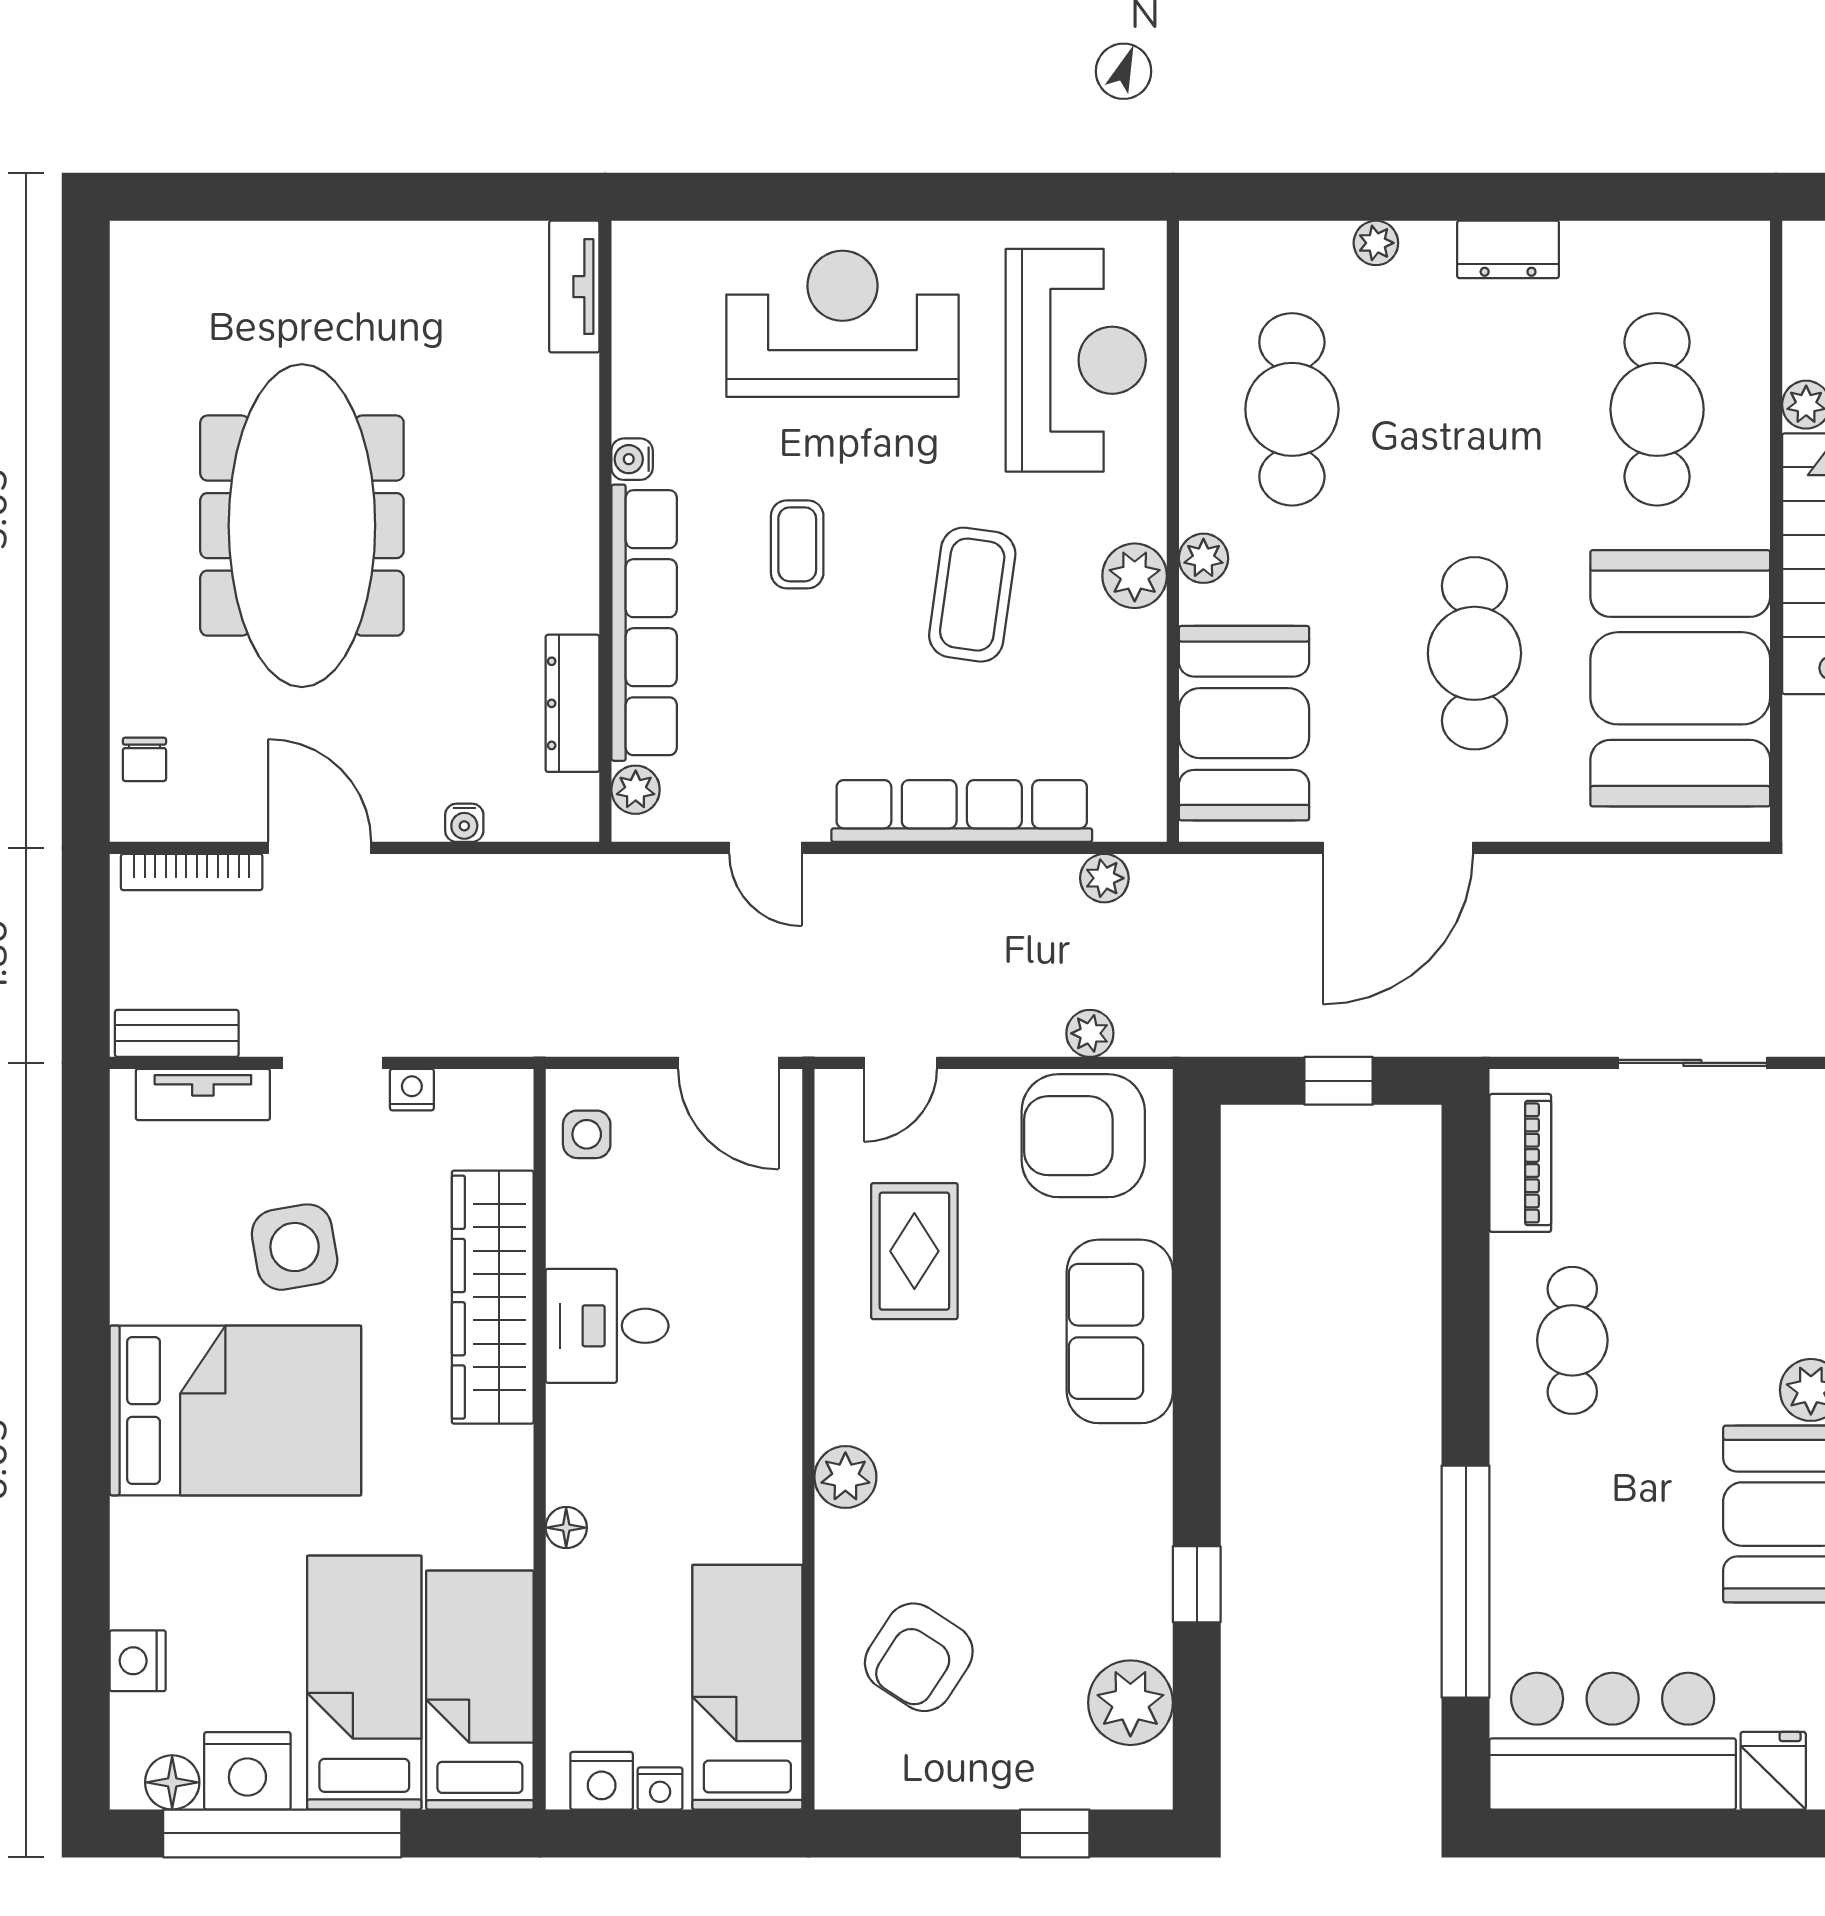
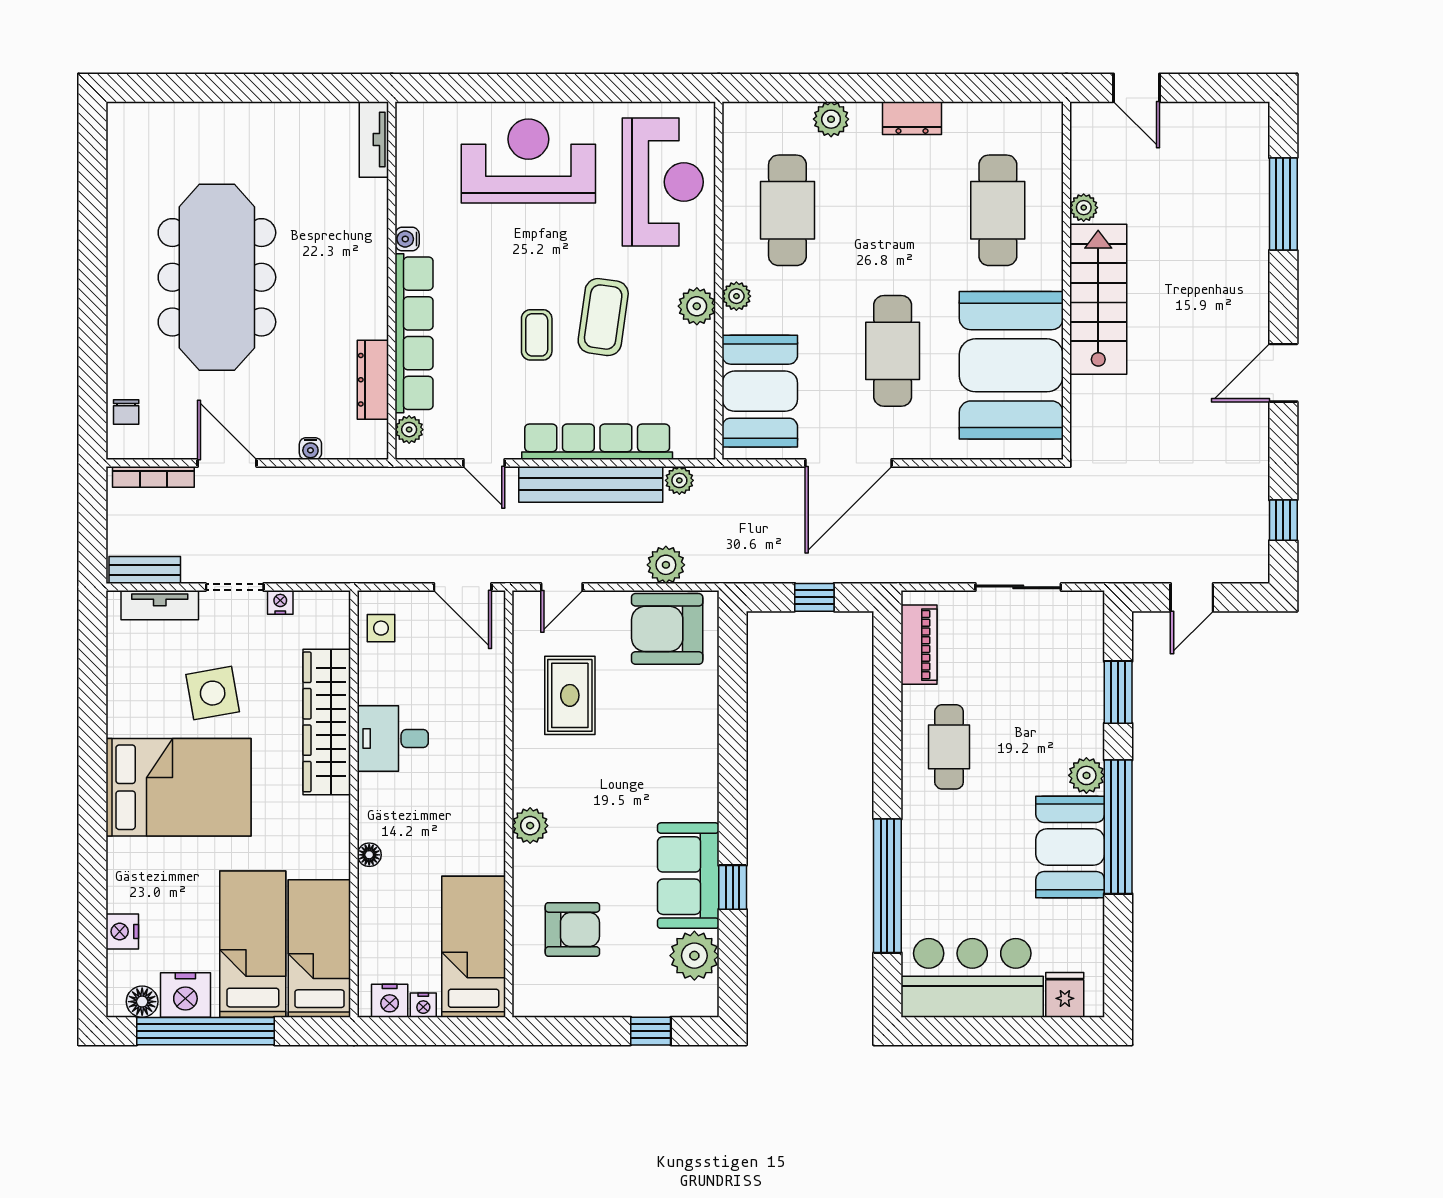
plant: (1376, 243) -> (831, 119), width x1.38, depth x1.38
coffee table: (797, 544) -> (537, 335), moved
bench: (951, 885) -> (591, 484), added
plant: (1090, 1033) -> (666, 565), width x1.38, depth x1.38
sofa: (1120, 1331) -> (688, 876), moved
armchair: (919, 1657) -> (572, 929), turned -123

